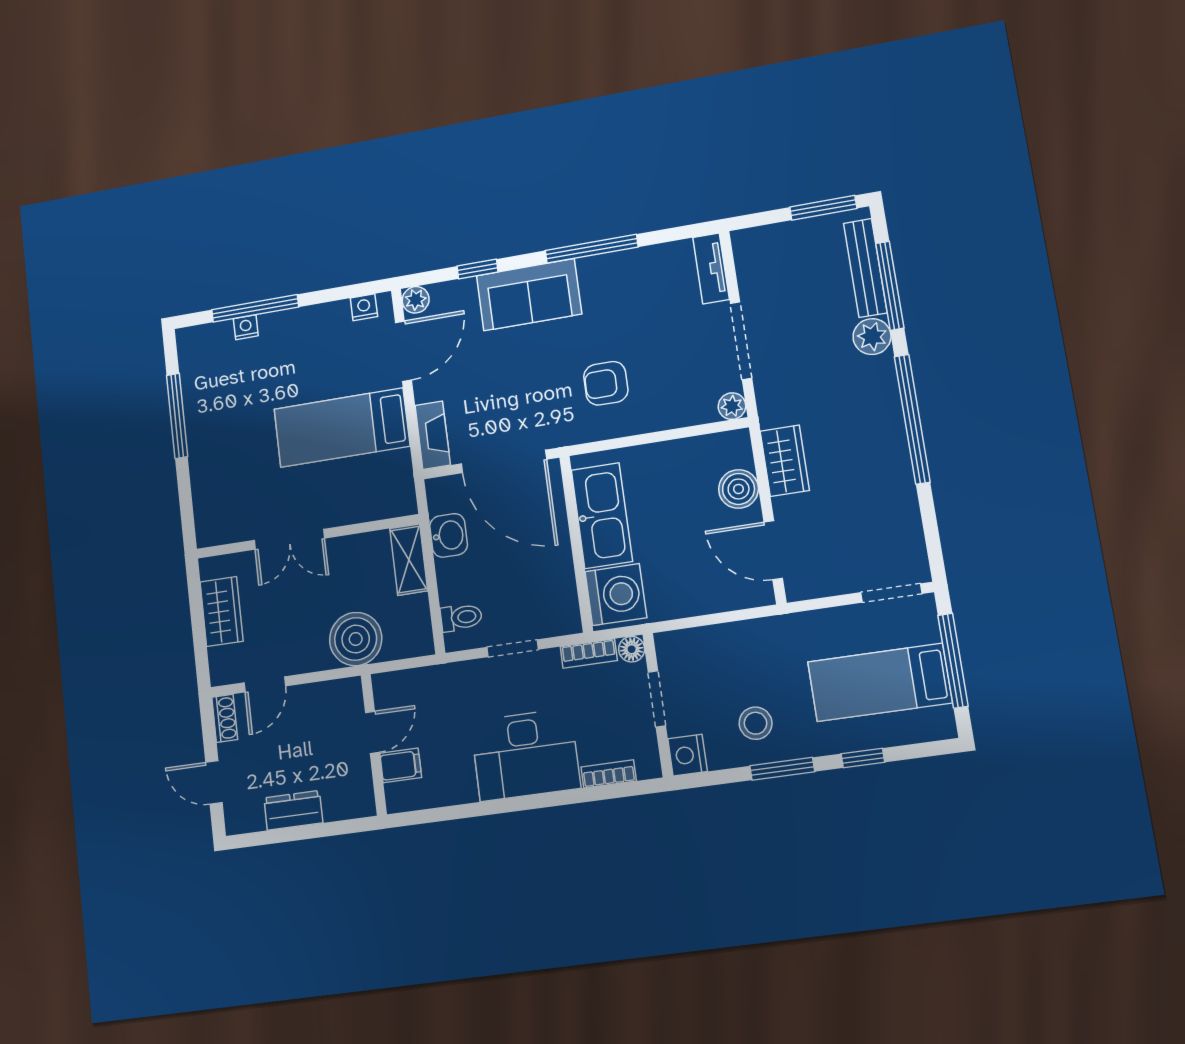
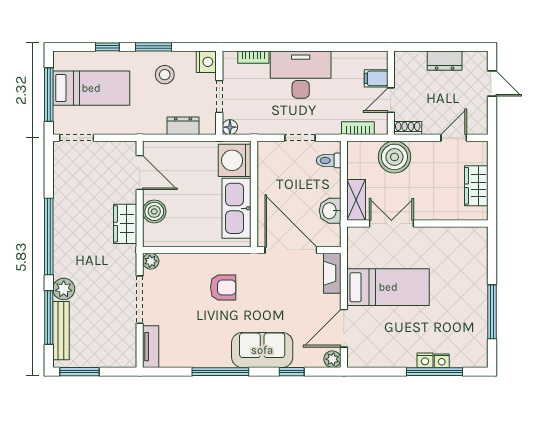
nightstand: (364, 307) -> (425, 360), moved
double door: (289, 539) -> (391, 224), moved
dresser: (711, 640) -> (183, 126), added
bookcase: (589, 654) -> (358, 128), moved
shoe rack: (225, 718) -> (408, 128), moved, turned 90

